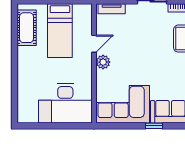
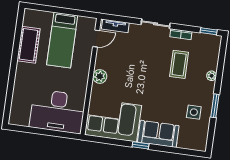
cot: (27, 28) -> (29, 45), moved
door: (94, 44) -> (96, 39), moved

